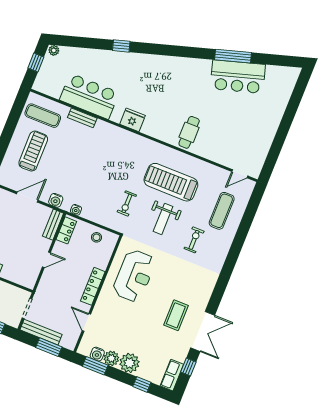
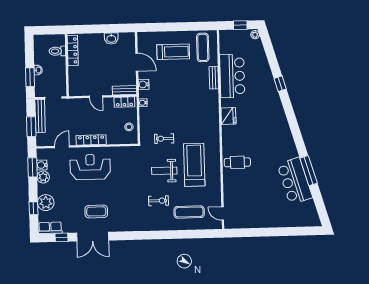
reception desk: (134, 276) -> (90, 167), moved, turned 180
plant: (129, 363) -> (46, 203), moved

